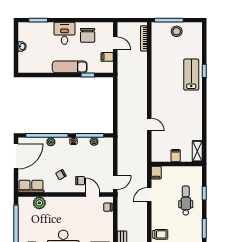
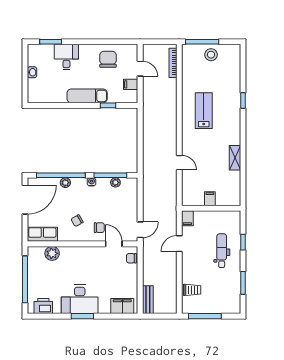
desk: (64, 33) -> (66, 57), moved
chair: (88, 35) -> (108, 59), turned 180
lab bench: (191, 75) -> (204, 111), moved
shelving: (197, 151) -> (235, 158), moved

